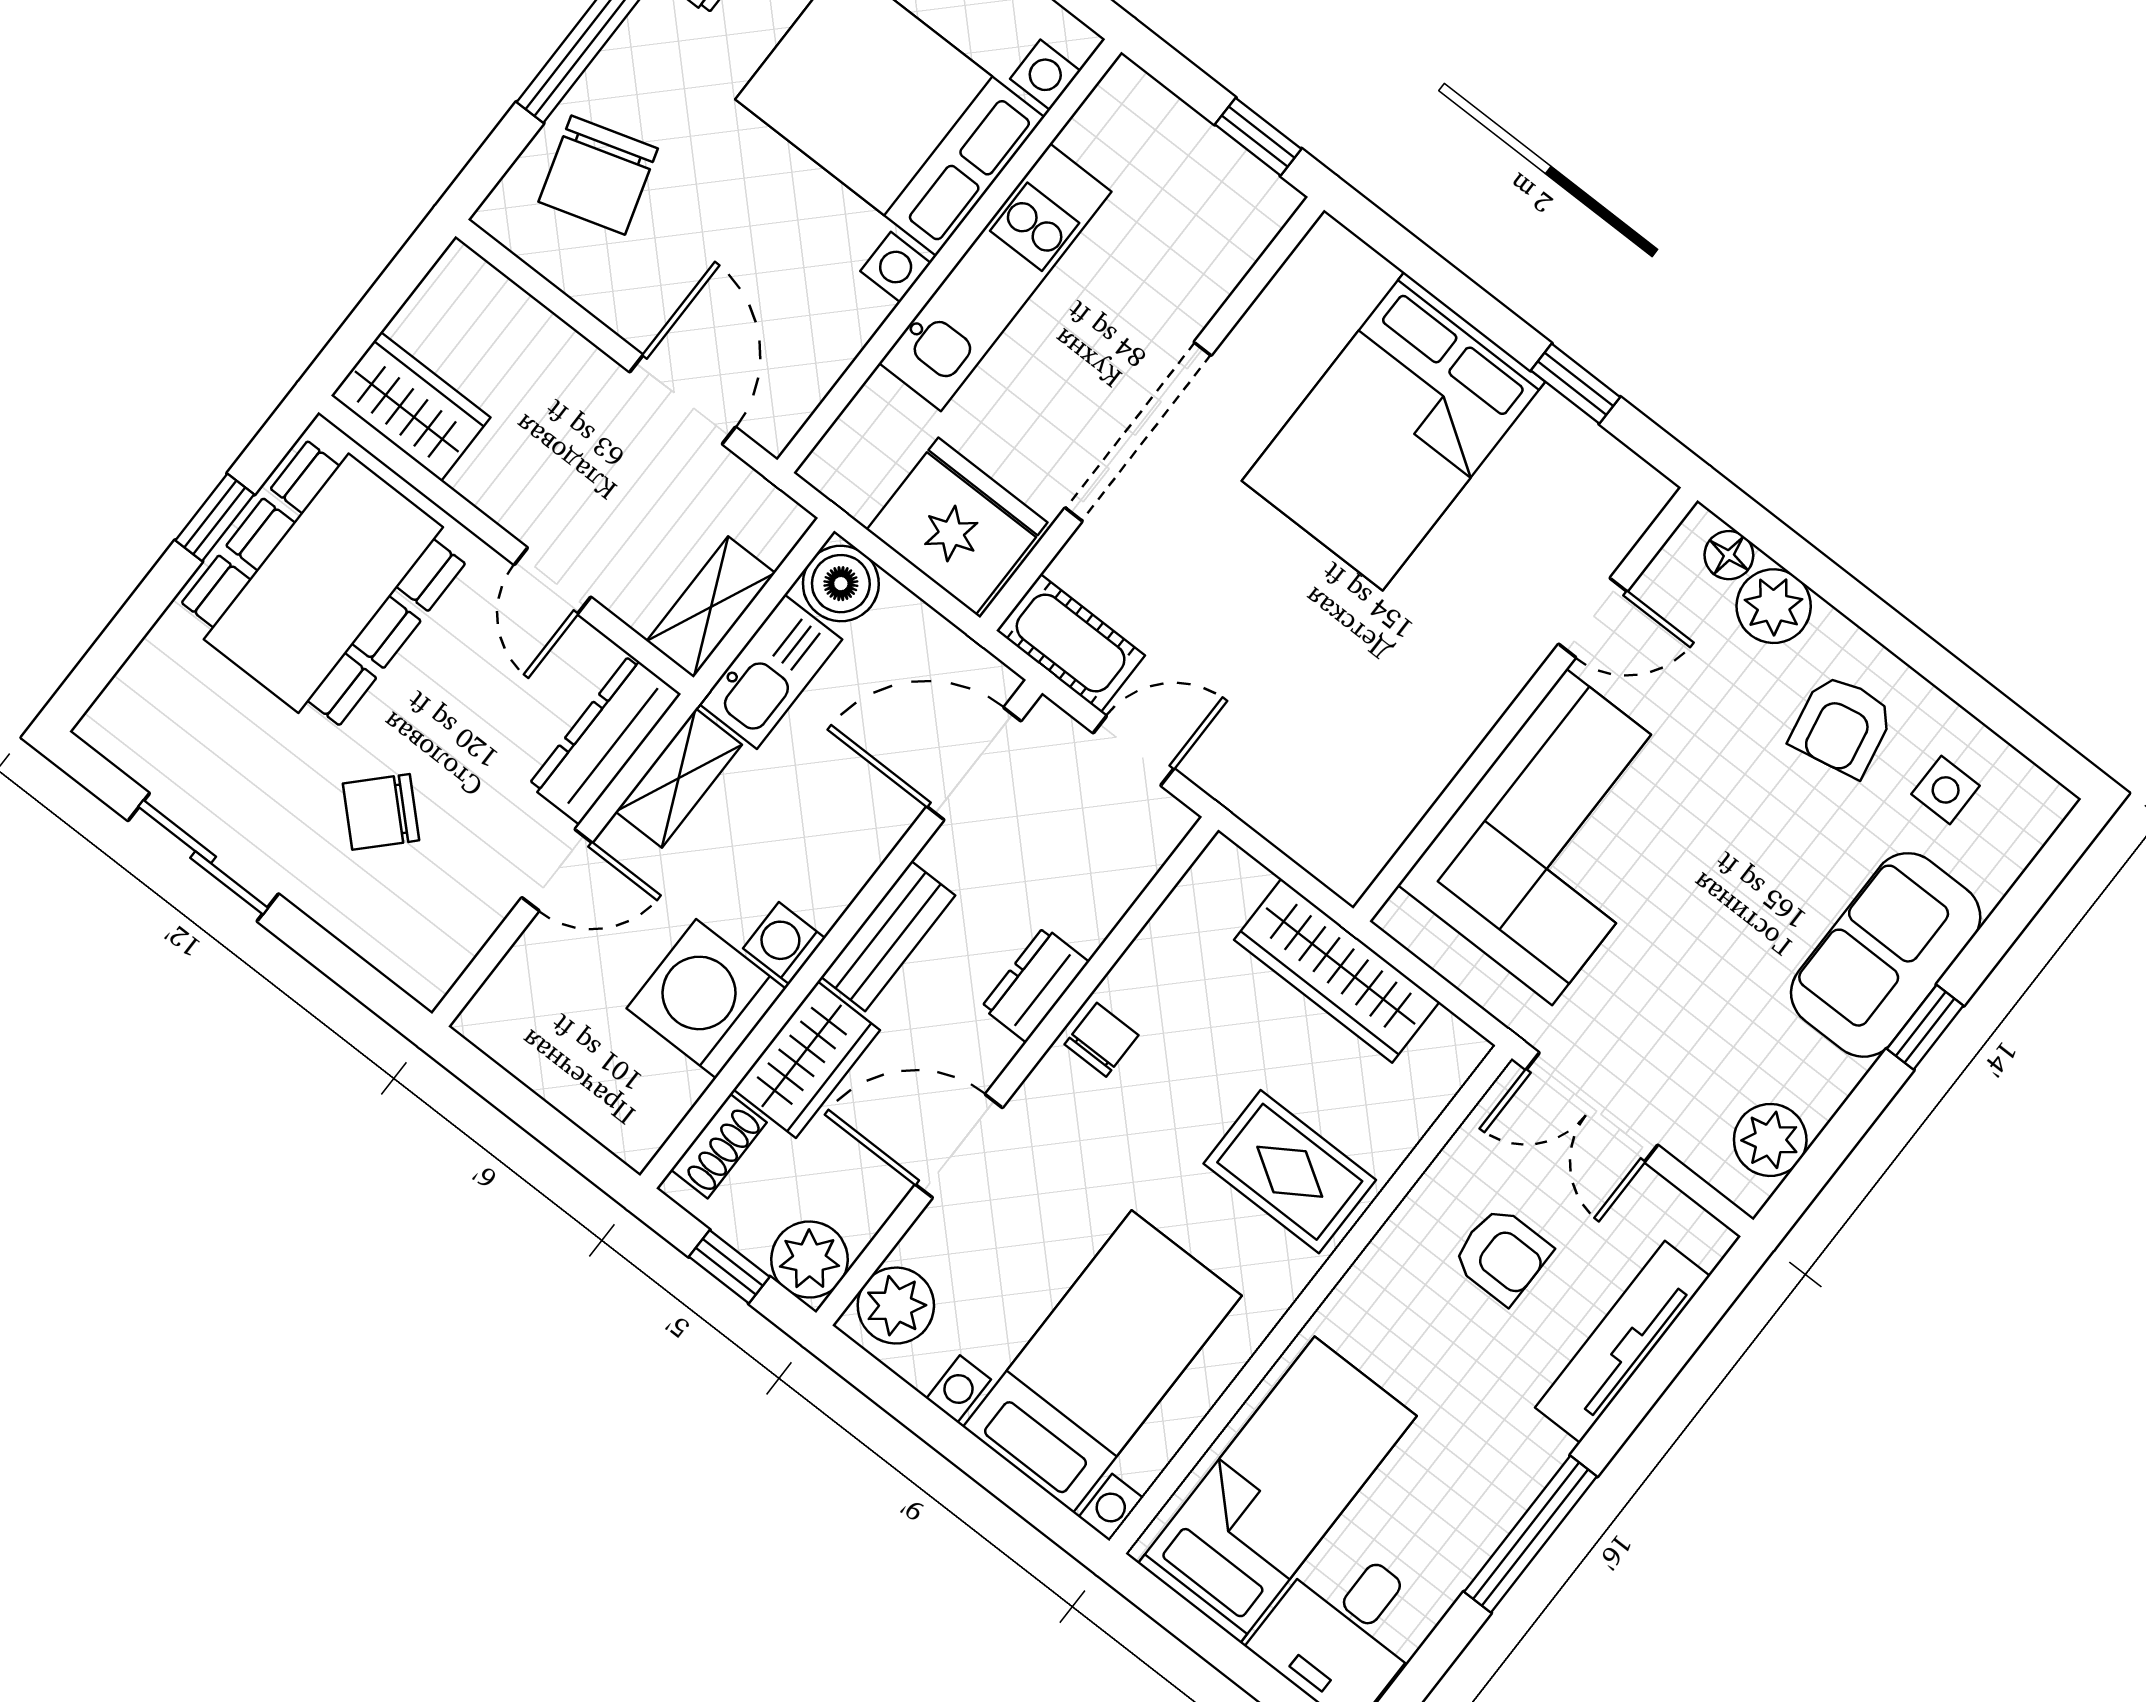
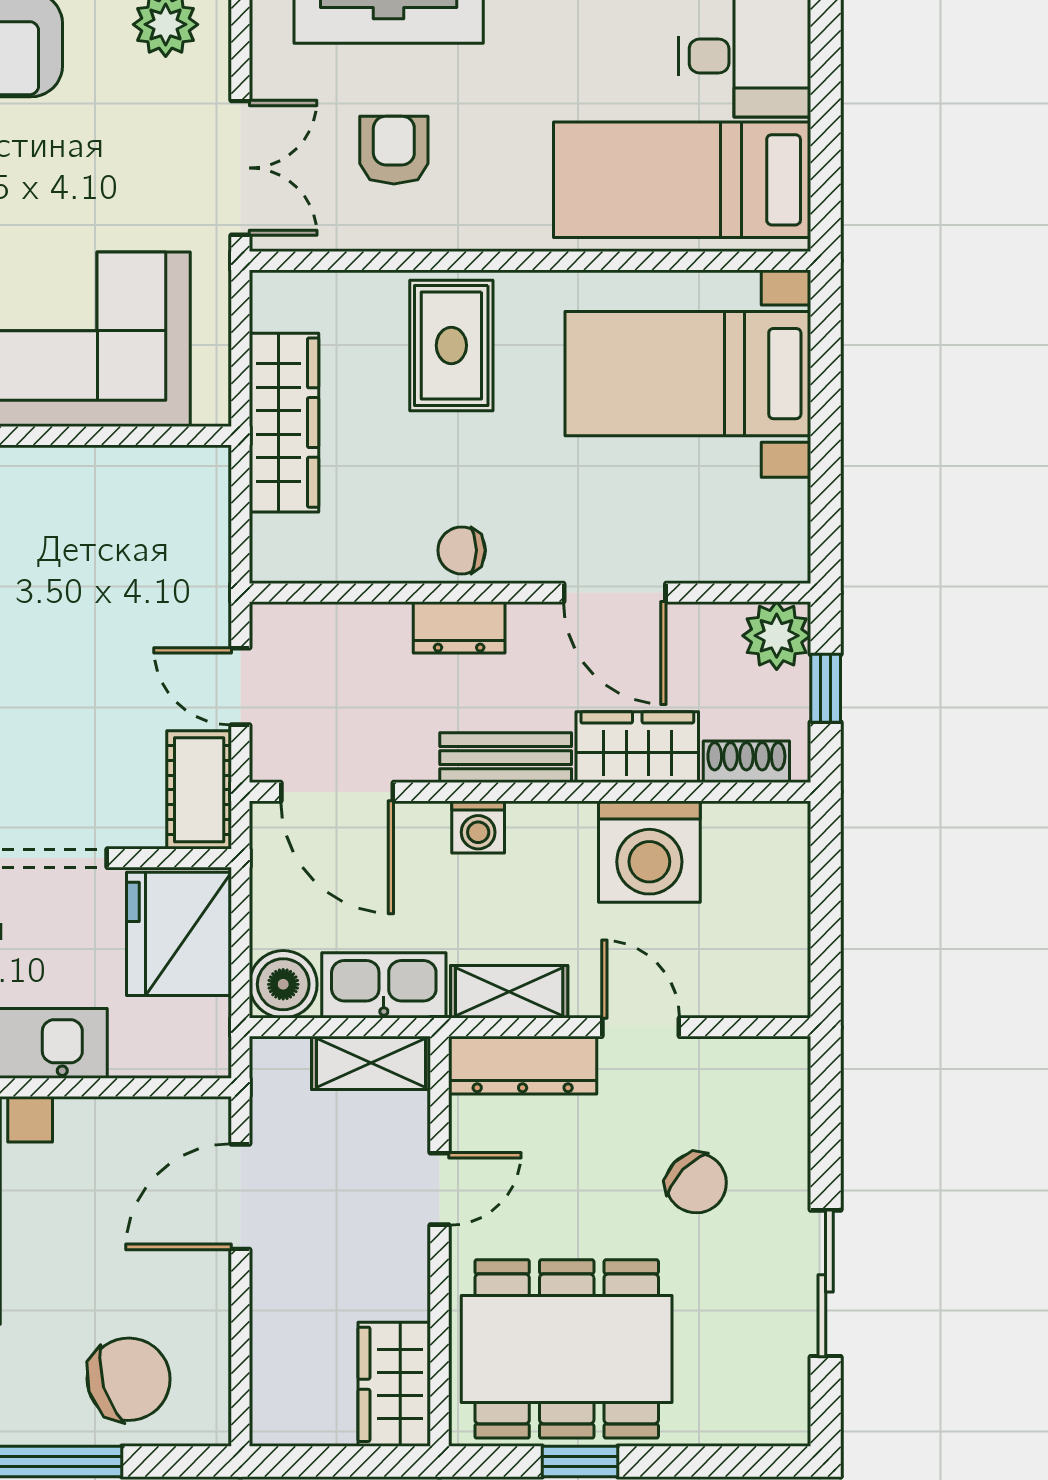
washing machine: (784, 943) -> (478, 827), moved
plant: (896, 1306) -> (762, 550), removed

